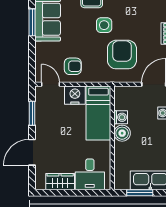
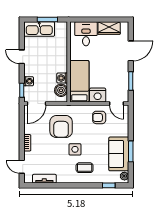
boiler: (122, 133) -> (61, 90), moved

